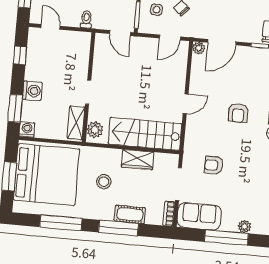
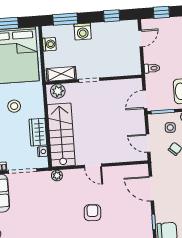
plant: (199, 48) -> (57, 176), moved
armchair: (238, 113) -> (92, 213), turned 93
washing machine: (27, 130) -> (49, 44), moved
nightstand: (160, 158) -> (43, 152), added
armchair: (214, 165) -> (44, 199), removed

